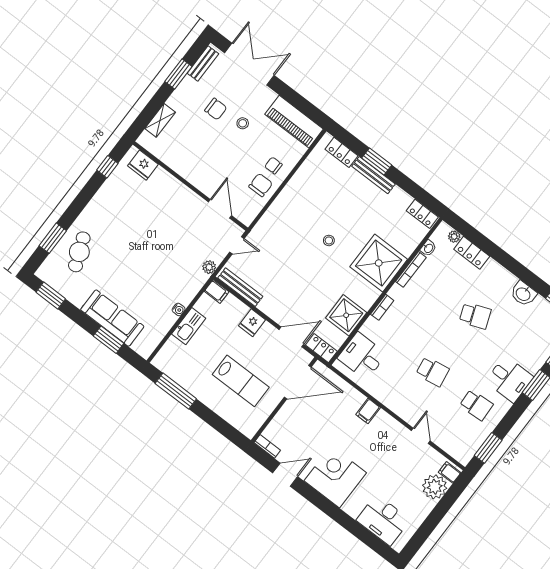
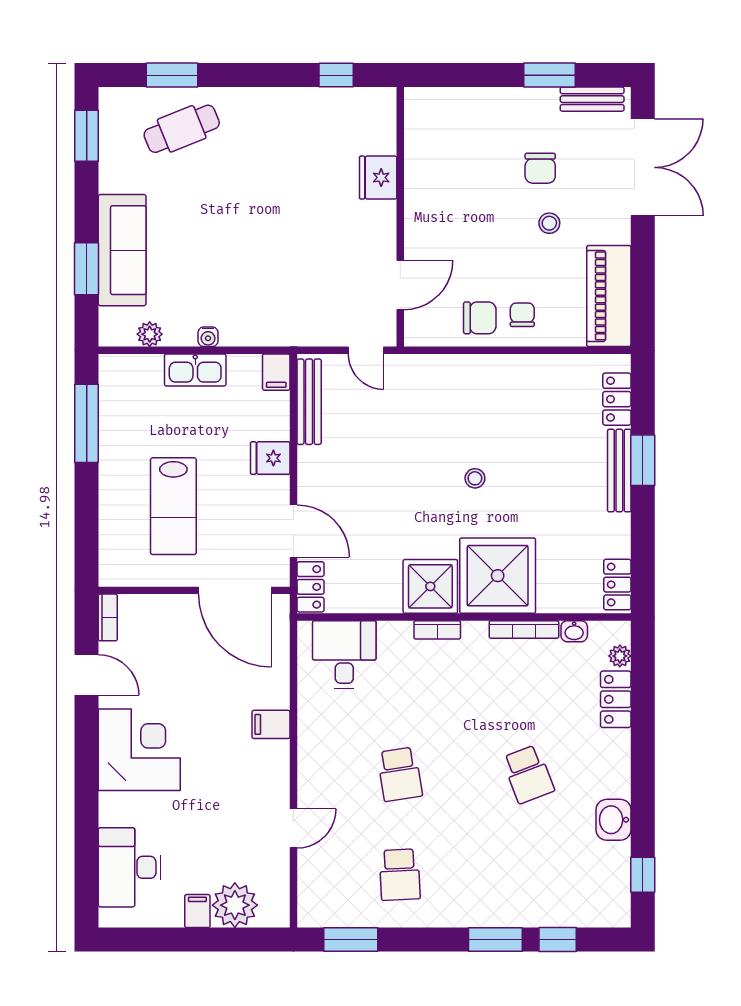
shelving: (160, 120) -> (462, 100), removed
fridge: (143, 165) -> (378, 178), moved
plant: (209, 267) -> (150, 334), moved
shower: (346, 315) -> (430, 586), moved
desk: (509, 379) -> (474, 894), removed
filing cabinet: (450, 472) -> (197, 911), moved

